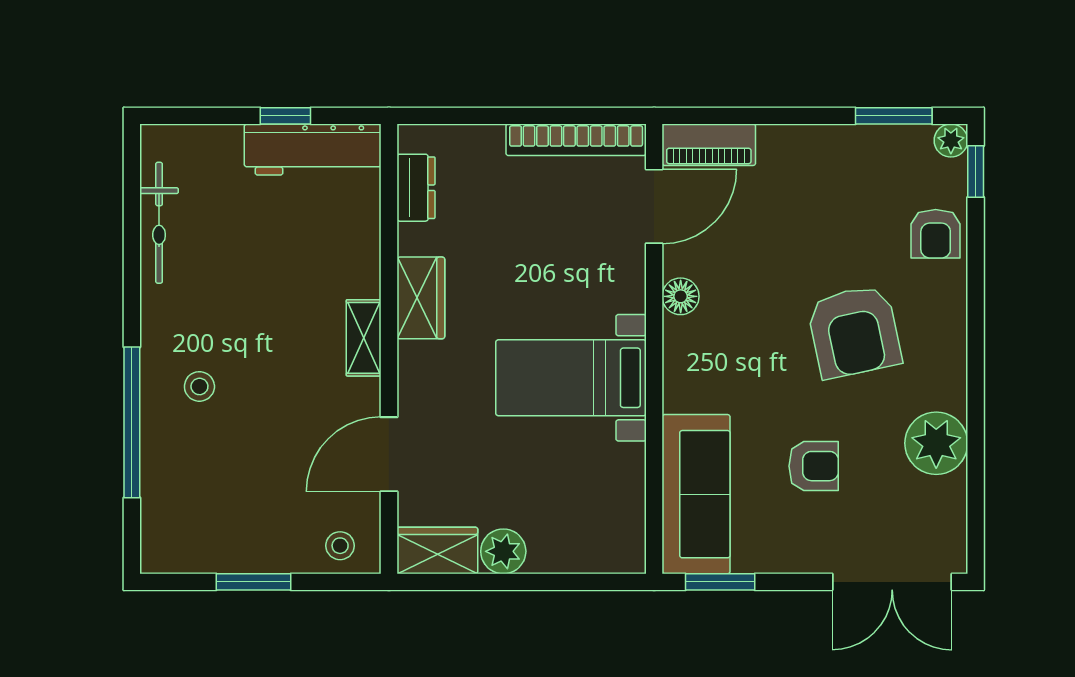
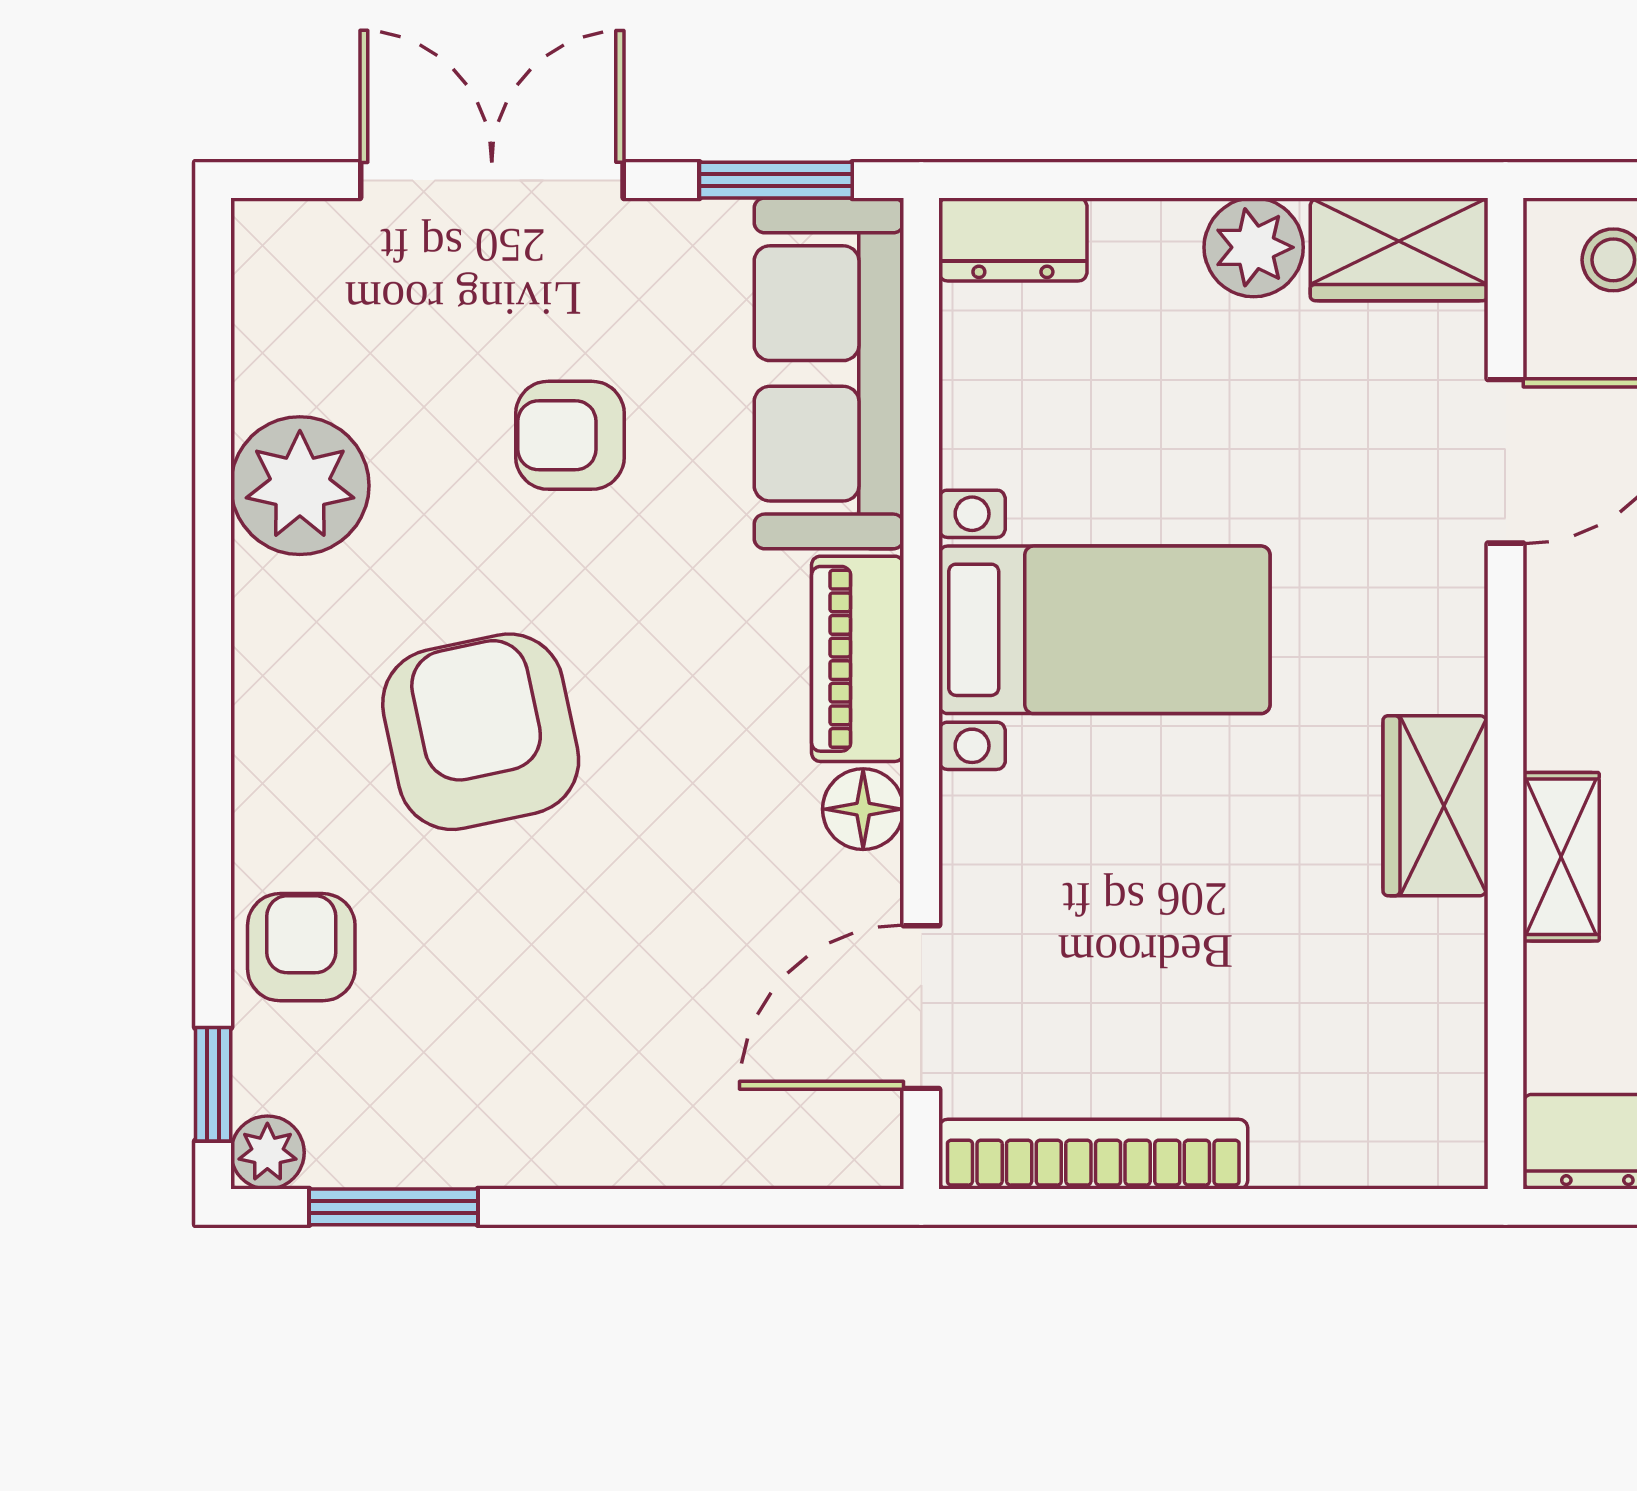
piano: (709, 145) -> (858, 659), moved, turned -90
dresser: (416, 188) -> (1013, 239), moved, turned -90
shelving: (364, 338) -> (1561, 857), moved
double door: (892, 582) -> (492, 180), moved

